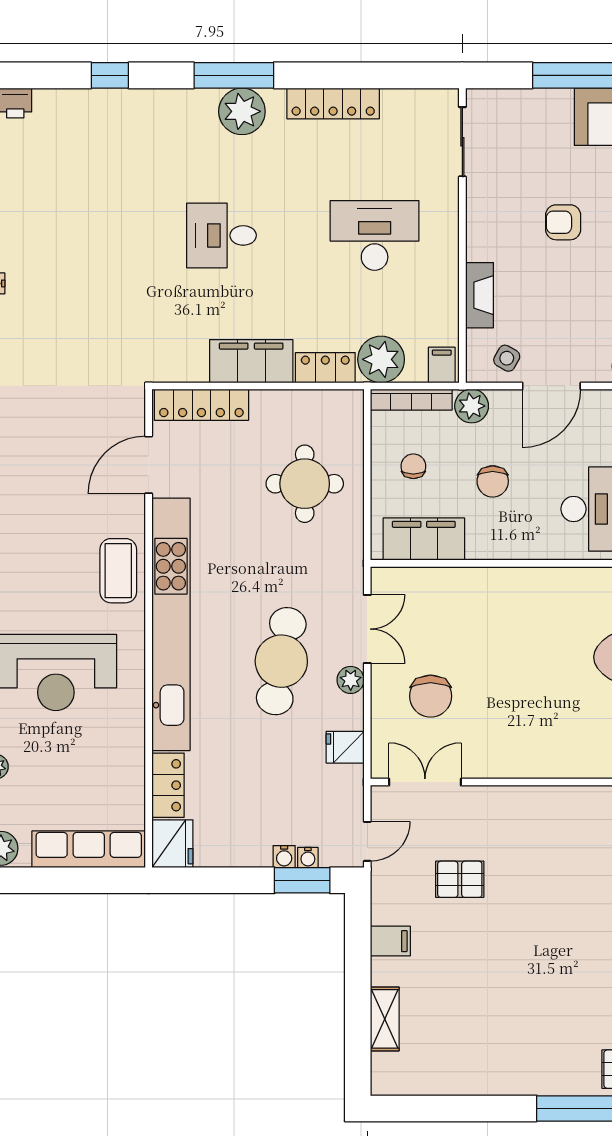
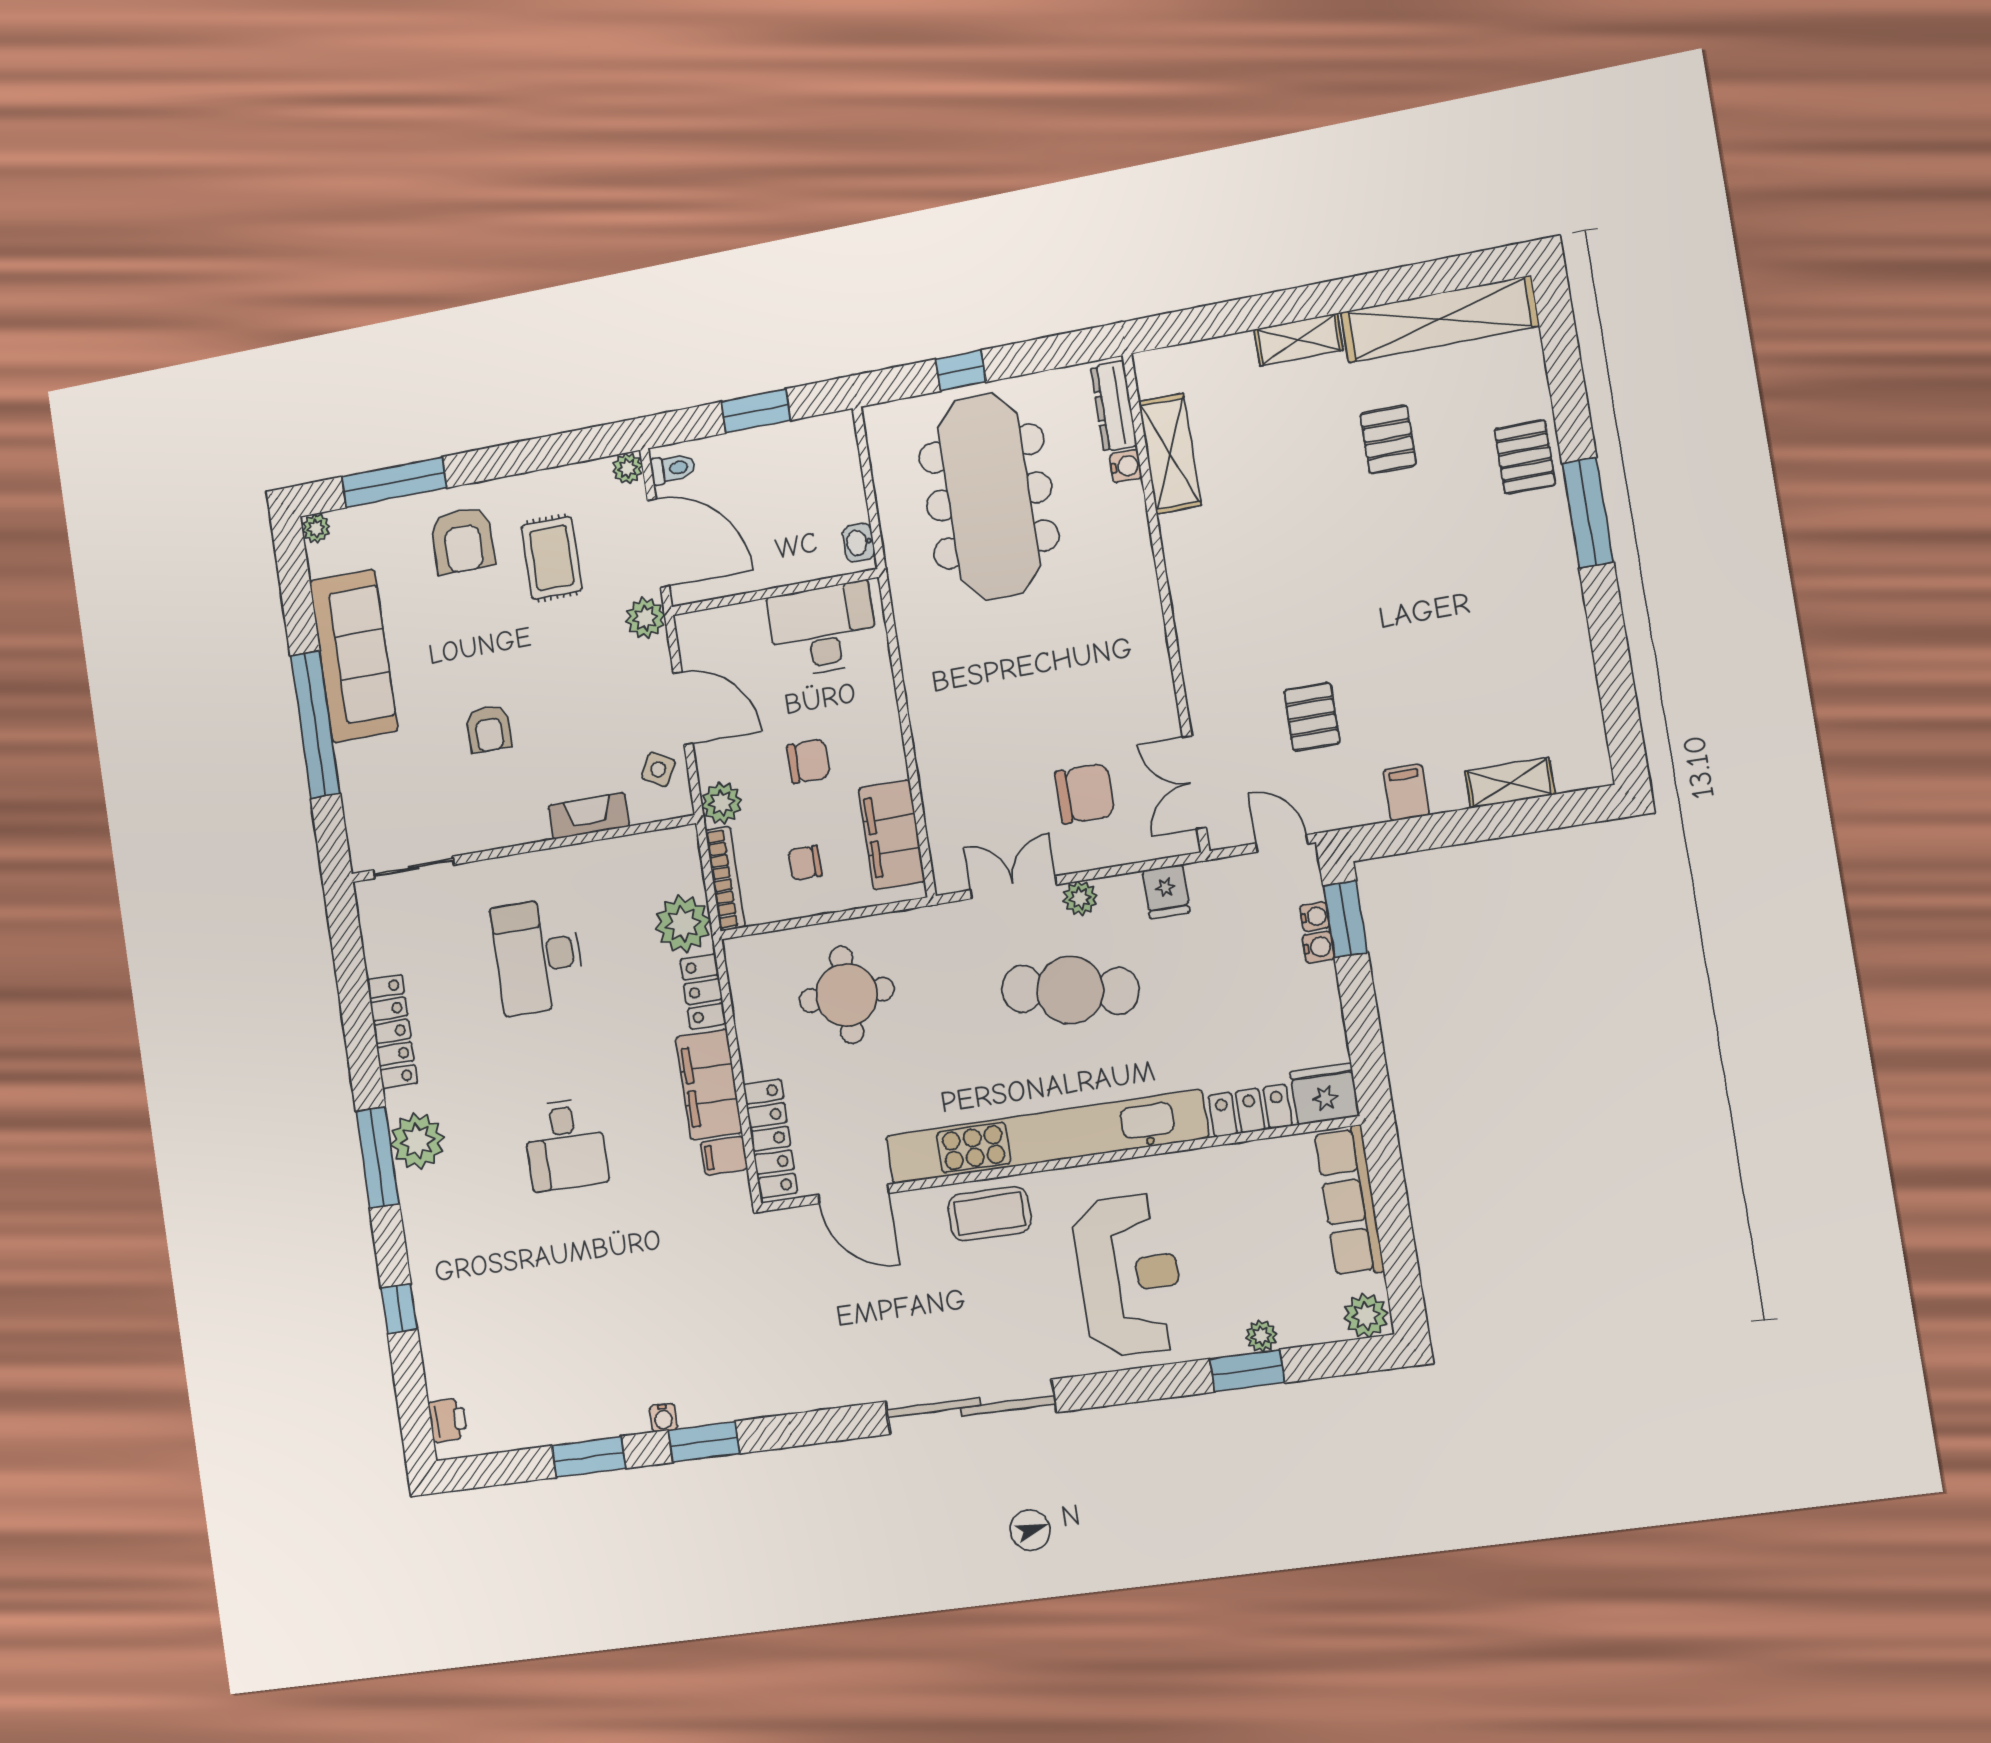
filing cabinet: (442, 365) -> (724, 1156), moved

